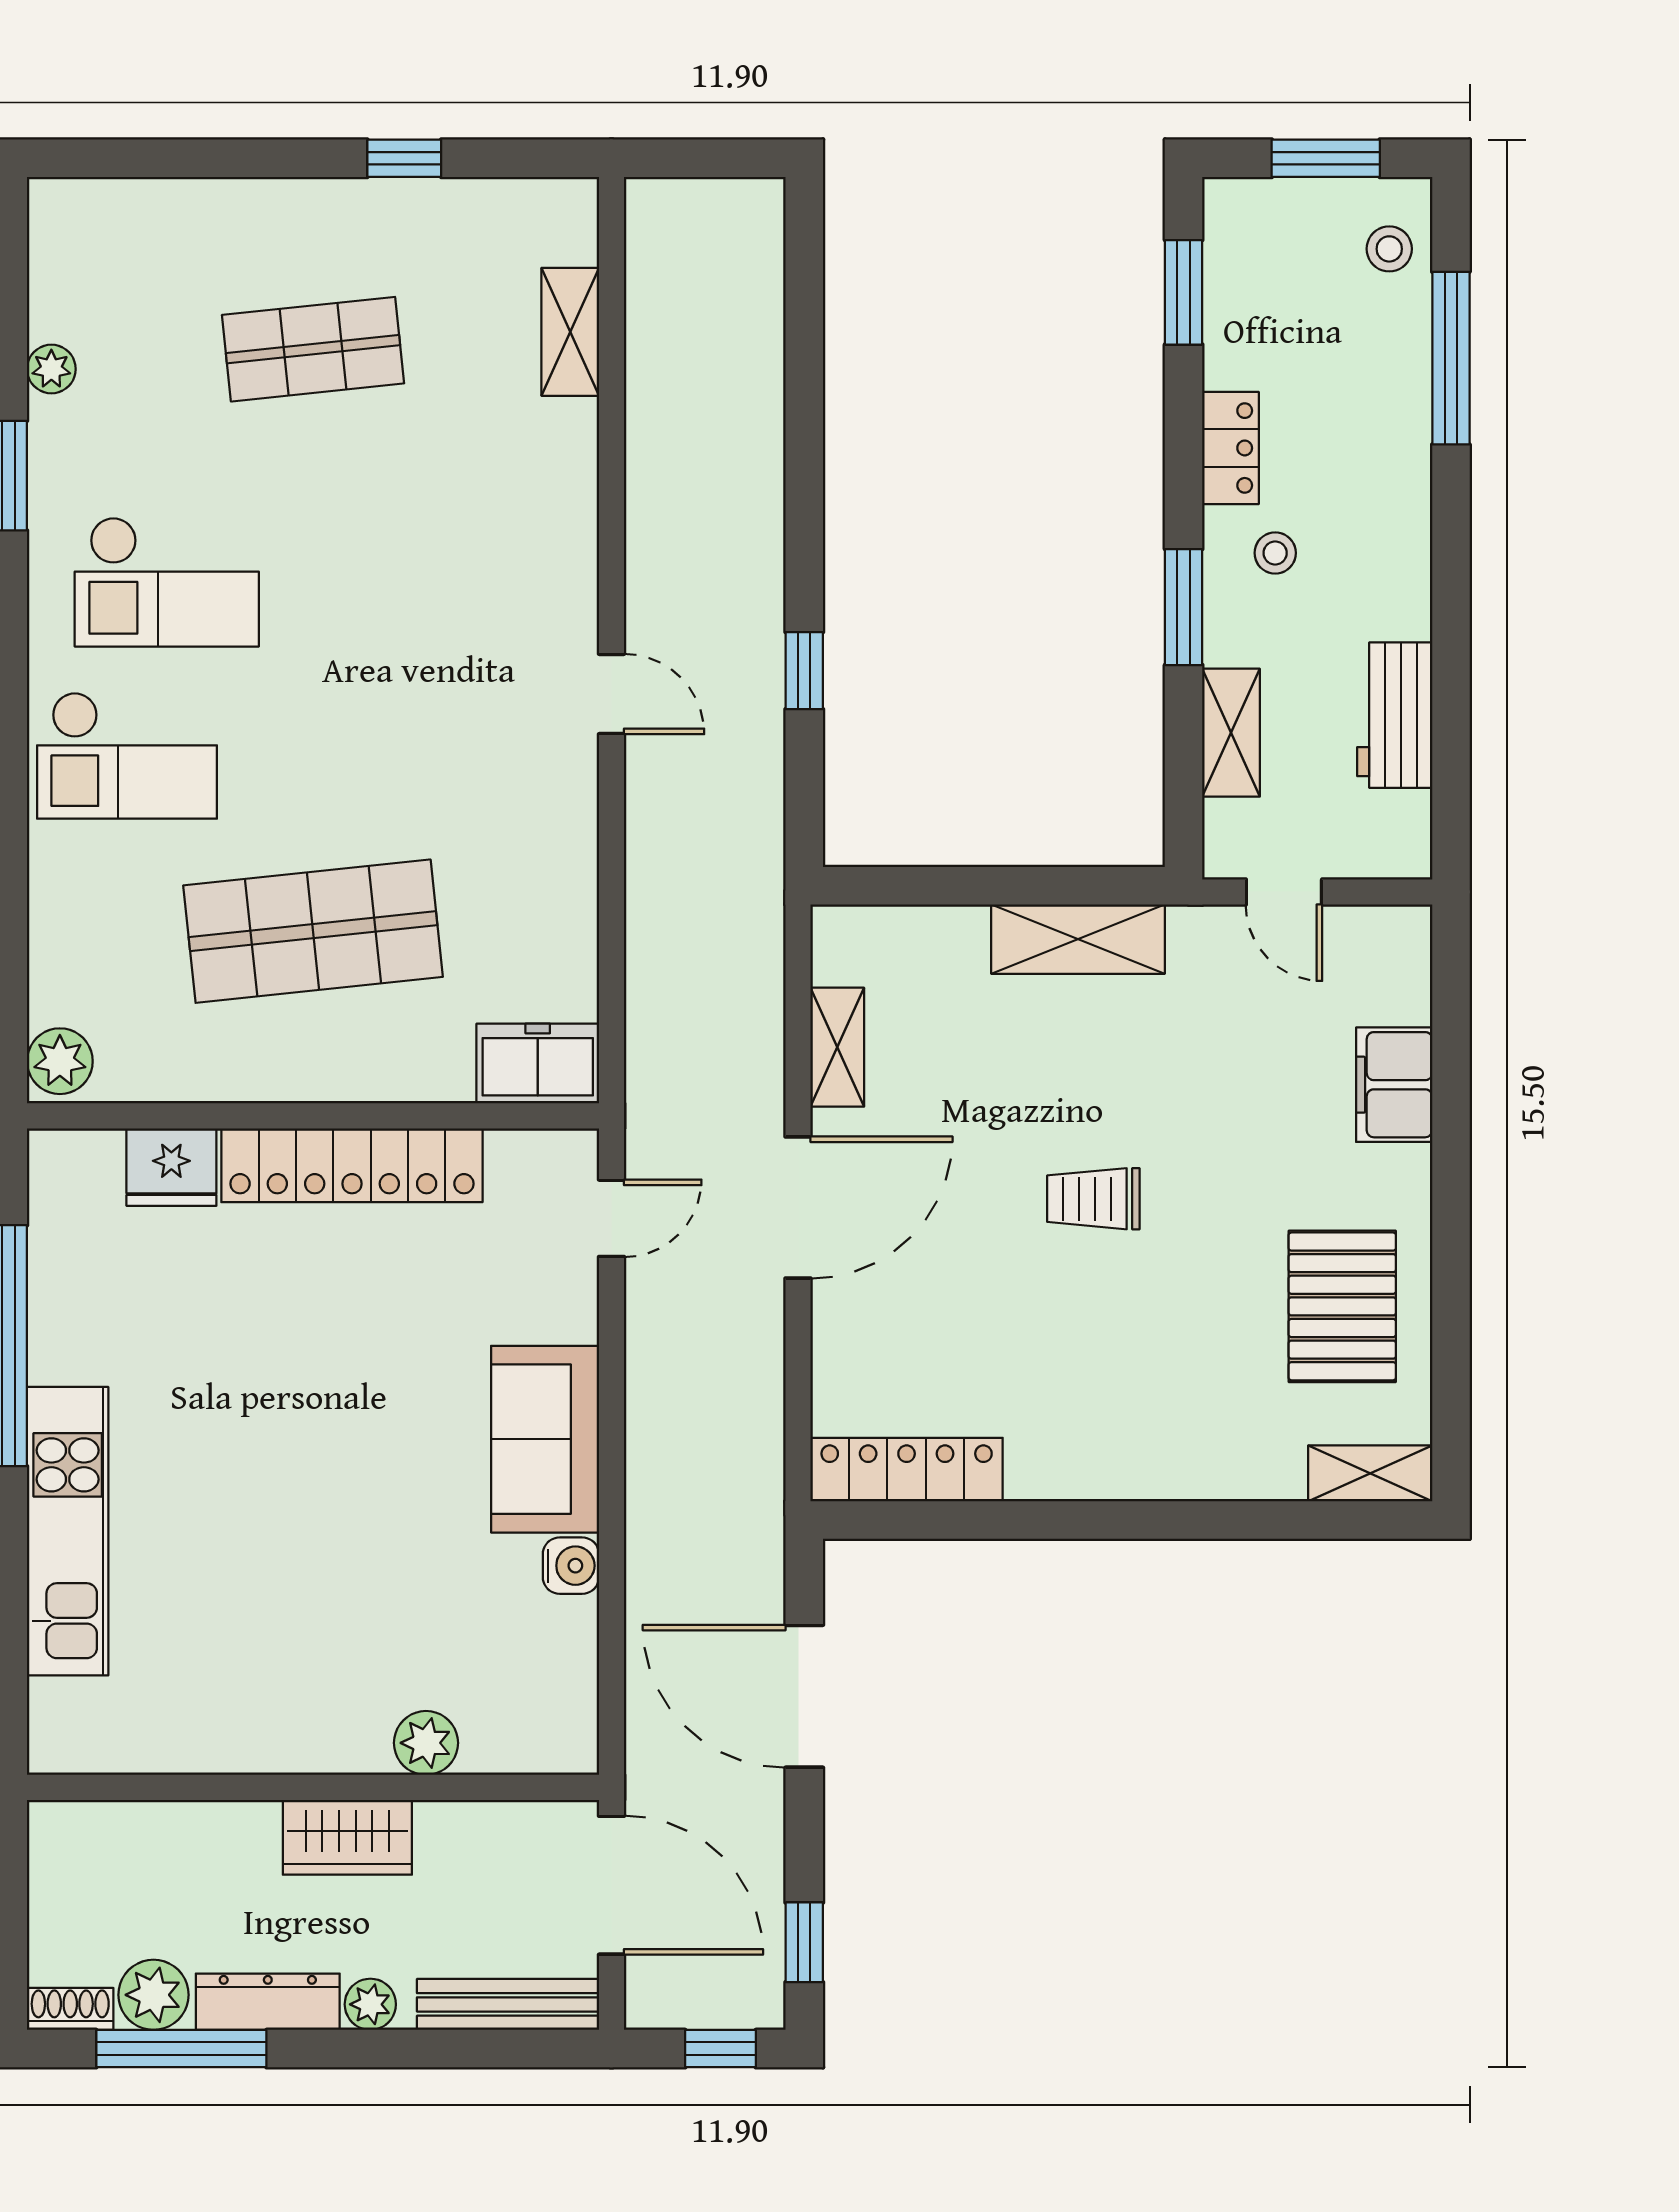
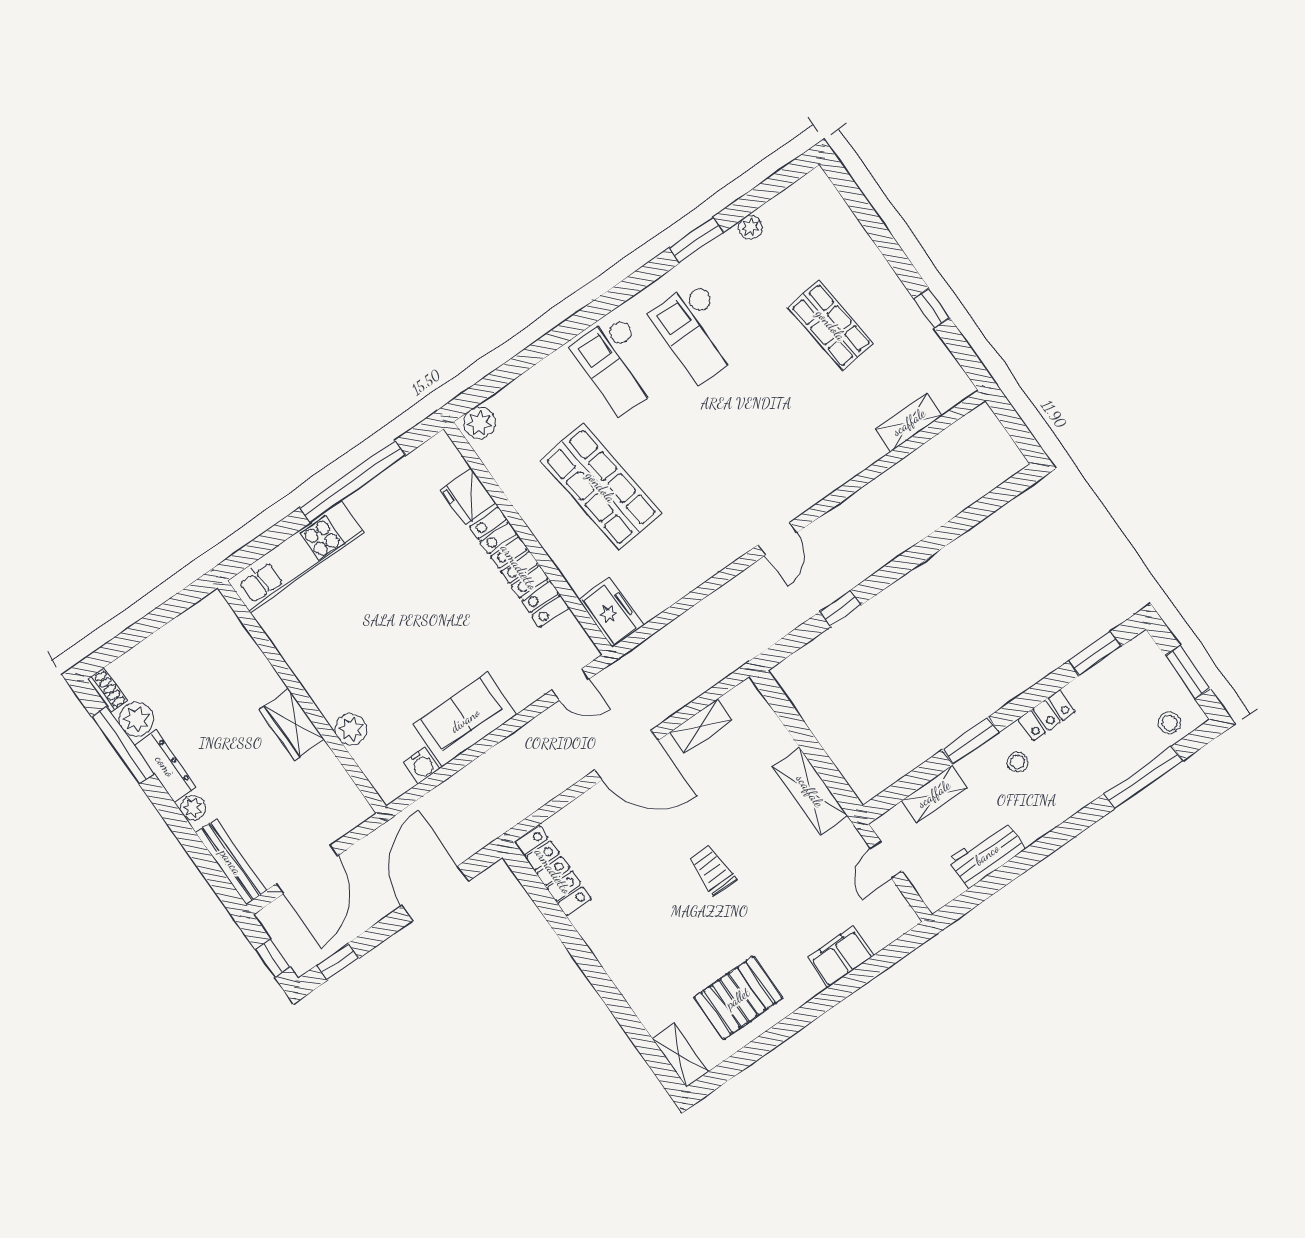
plant: (426, 1743) -> (351, 729), moved
wall: (313, 1787) -> (302, 697), moved
wardrobe: (347, 1837) -> (292, 724), moved

